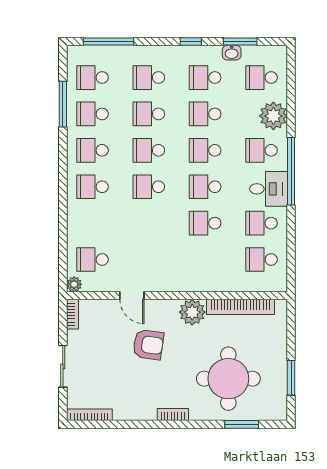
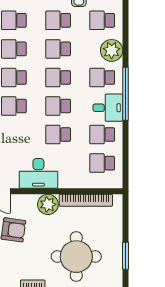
desk: (180, 273) -> (38, 173), added

